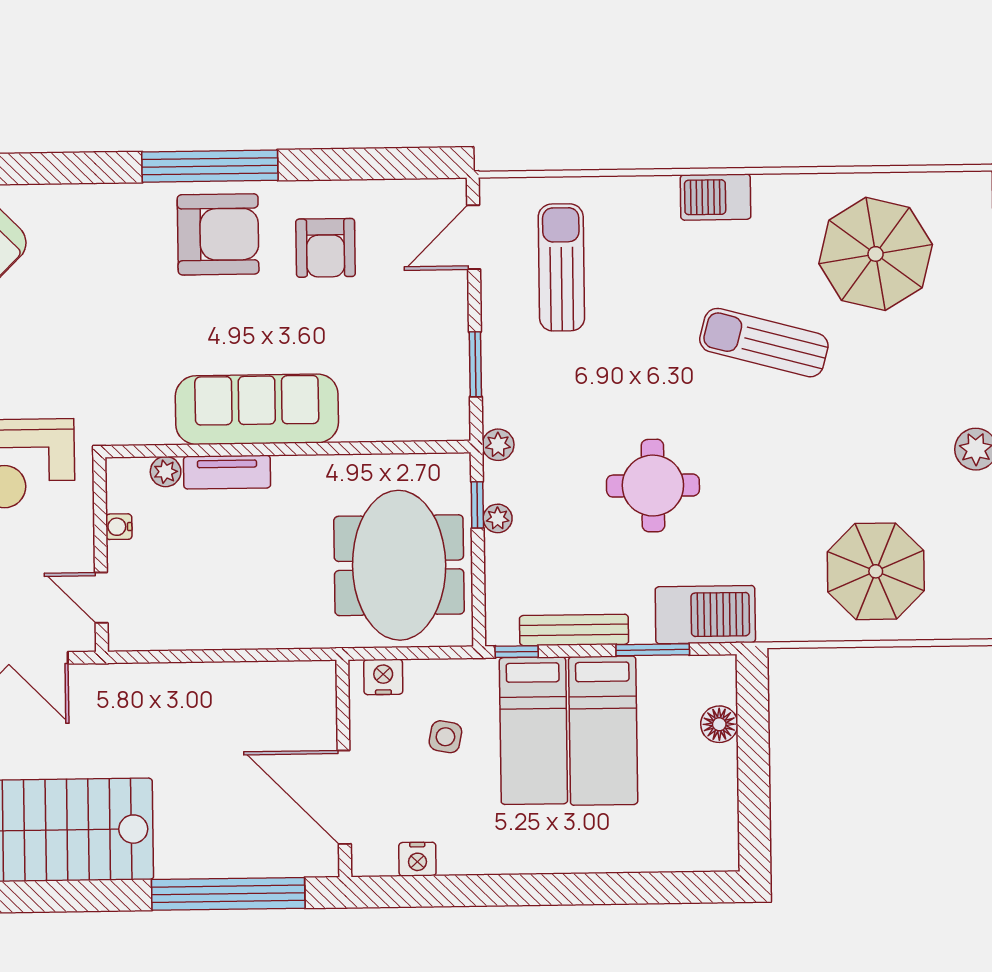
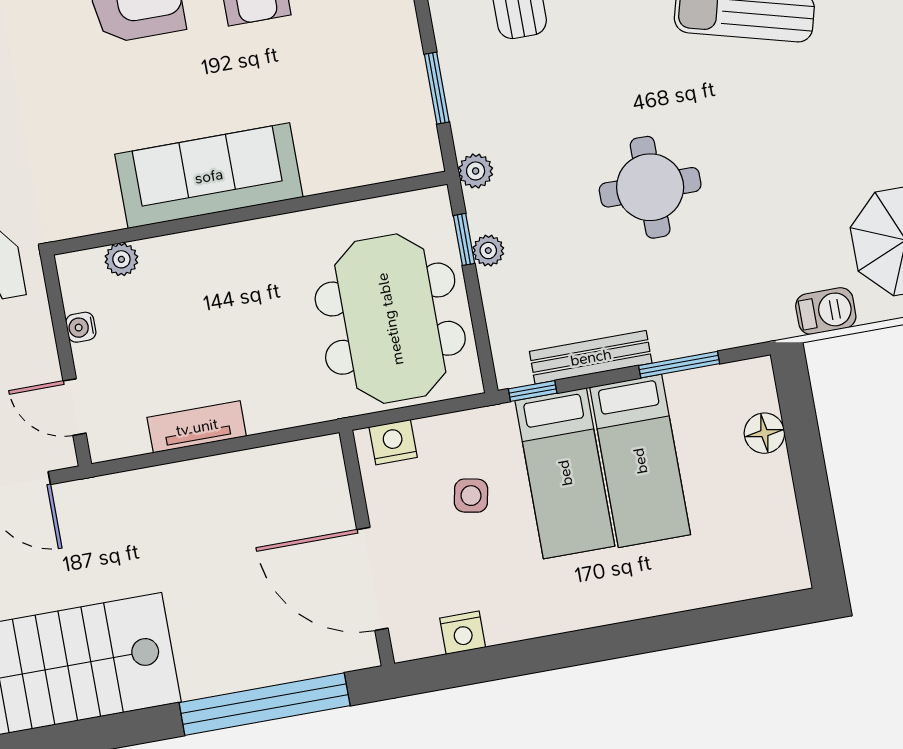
tv unit: (227, 472) -> (197, 427), moved, turned 180
barbecue: (705, 615) -> (826, 311), moved, width x0.53, depth x0.65

